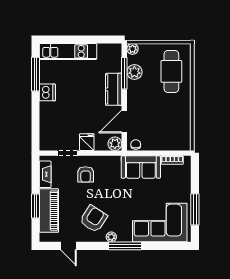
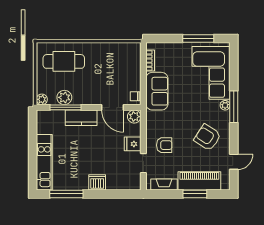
dishwasher: (47, 92) -> (97, 182), moved
plant: (111, 237) -> (225, 105), moved

